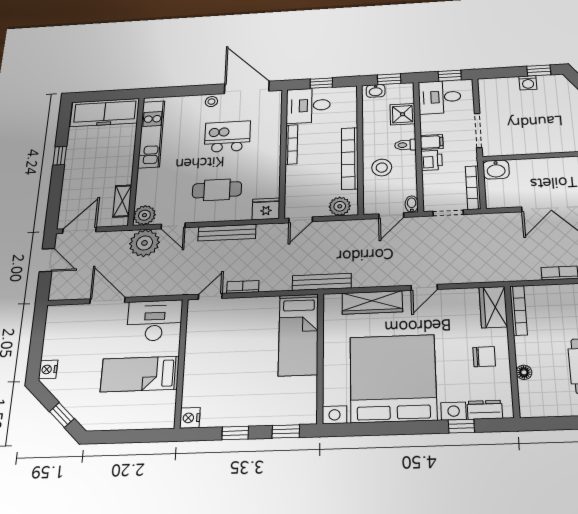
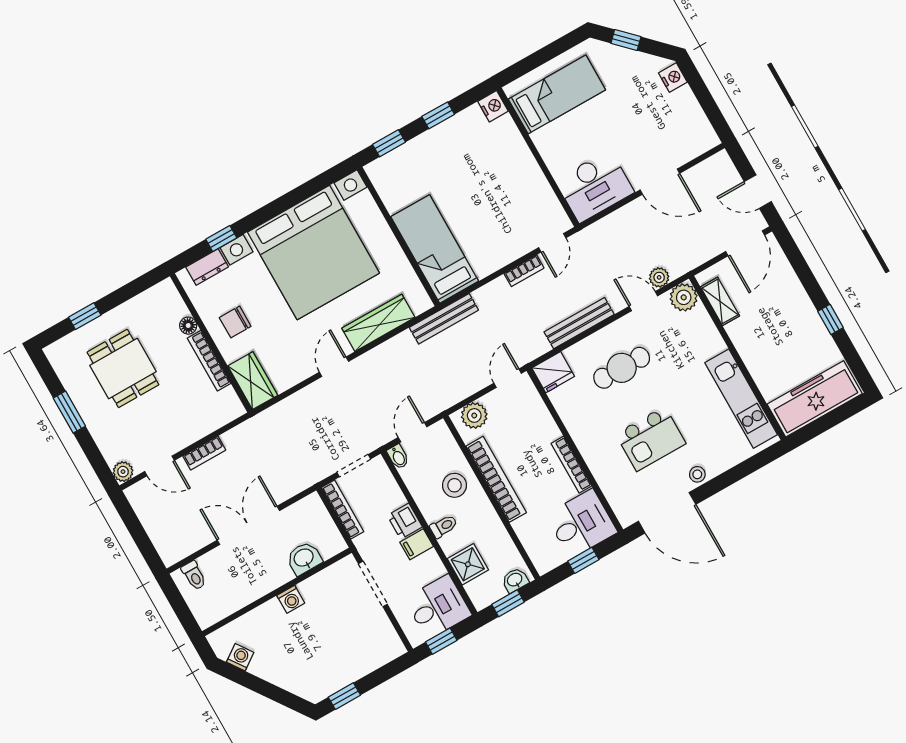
washing machine: (528, 83) -> (291, 599), moved, turned 180
washbasin: (496, 170) -> (304, 558), moved
plant: (144, 243) -> (659, 277), width x0.53, depth x0.53
bookcase: (519, 310) -> (209, 361), moved
bed: (140, 374) -> (557, 94), moved

